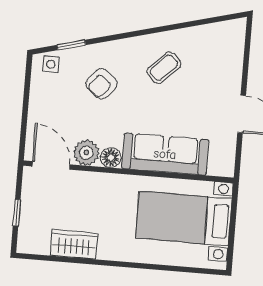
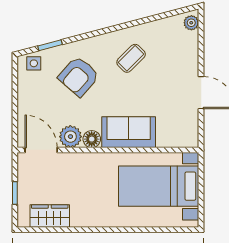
plant: (237, 32) -> (191, 23), added
armchair: (102, 84) -> (79, 76), width x1.38, depth x1.38
sofa: (165, 154) -> (129, 132), width x0.73
wardrobe: (74, 244) -> (50, 216), moved

